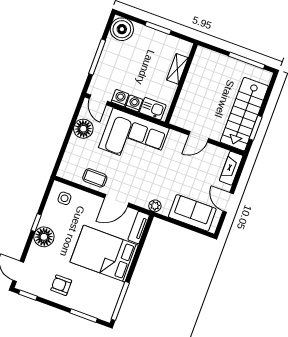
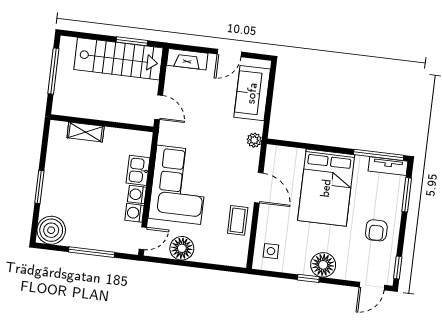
shelving: (177, 69) -> (86, 132), moved
wall: (181, 83) -> (102, 123), moved
tv unit: (139, 227) -> (388, 166), moved

